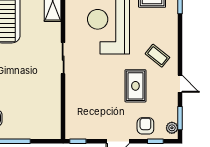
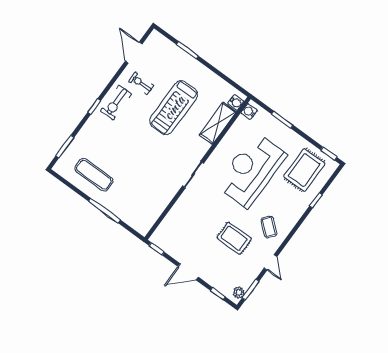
rug: (135, 86) -> (234, 238), turned 90
armchair: (145, 126) -> (219, 276), removed

